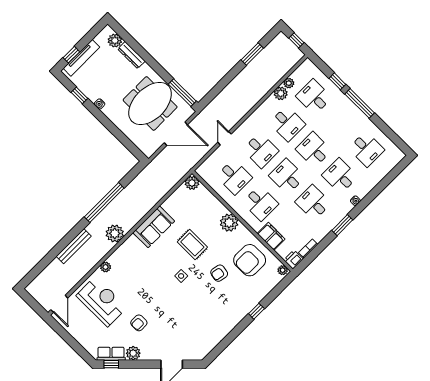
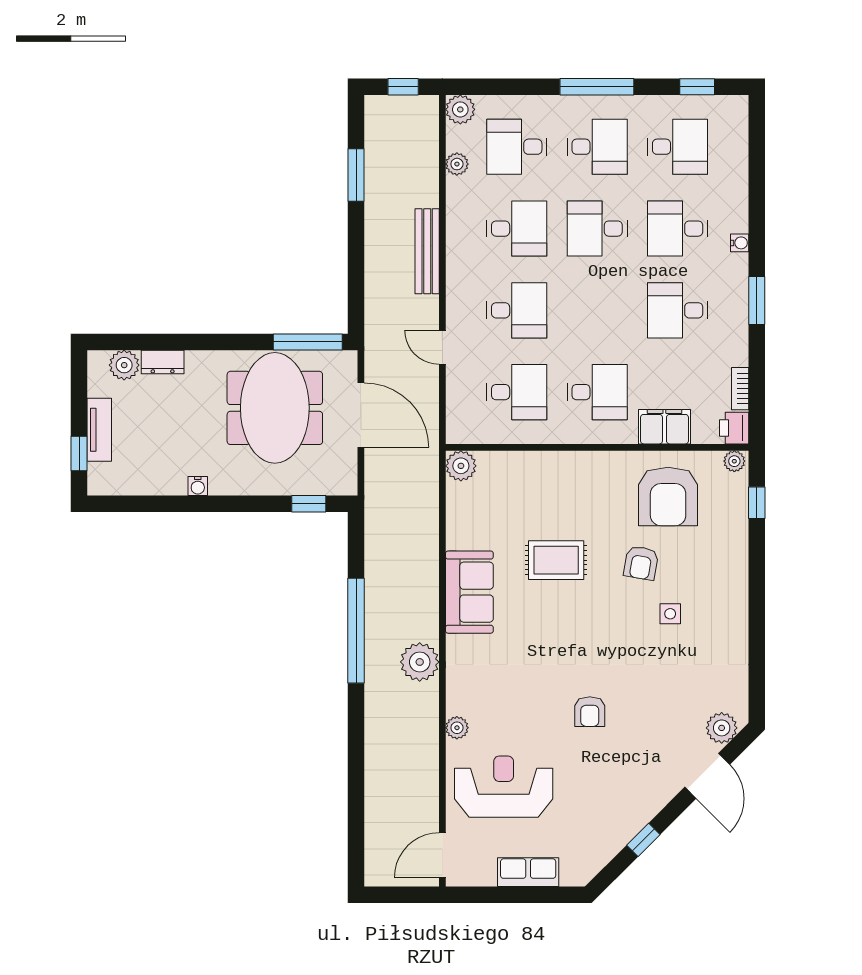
dresser: (131, 55) -> (163, 362), width x0.70
tv unit: (82, 58) -> (99, 430), width x0.71
window: (337, 81) -> (697, 87), moved
plant: (281, 93) -> (460, 109), moved
window: (79, 95) -> (309, 504), moved
door: (176, 134) -> (361, 415), hinge flipped
desk: (287, 176) -> (597, 147), moved, turned 180
plant: (229, 223) -> (579, 470), removed
bench: (74, 246) -> (427, 251), moved
side table: (181, 276) -> (670, 614), moved
door: (59, 304) -> (442, 855), swing flipped
window: (256, 311) -> (757, 503), moved
armchair: (139, 323) -> (590, 712), moved
plant: (133, 353) -> (722, 728), moved
row of seats: (111, 354) -> (528, 872), moved, turned 45
window: (111, 364) -> (643, 840), moved

